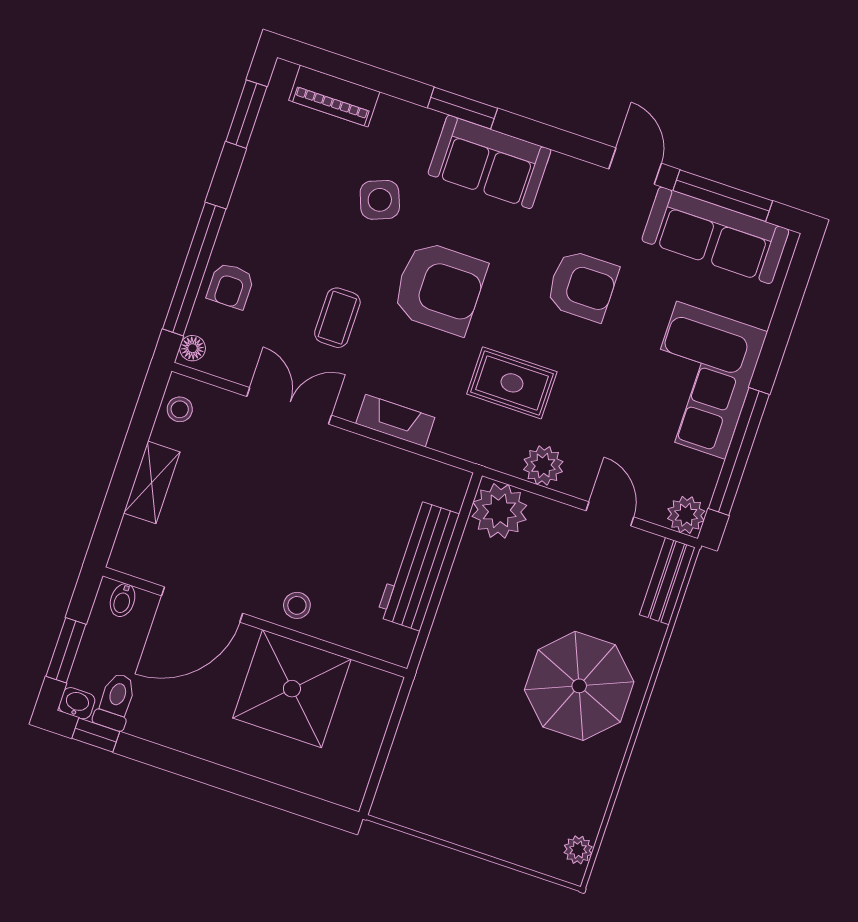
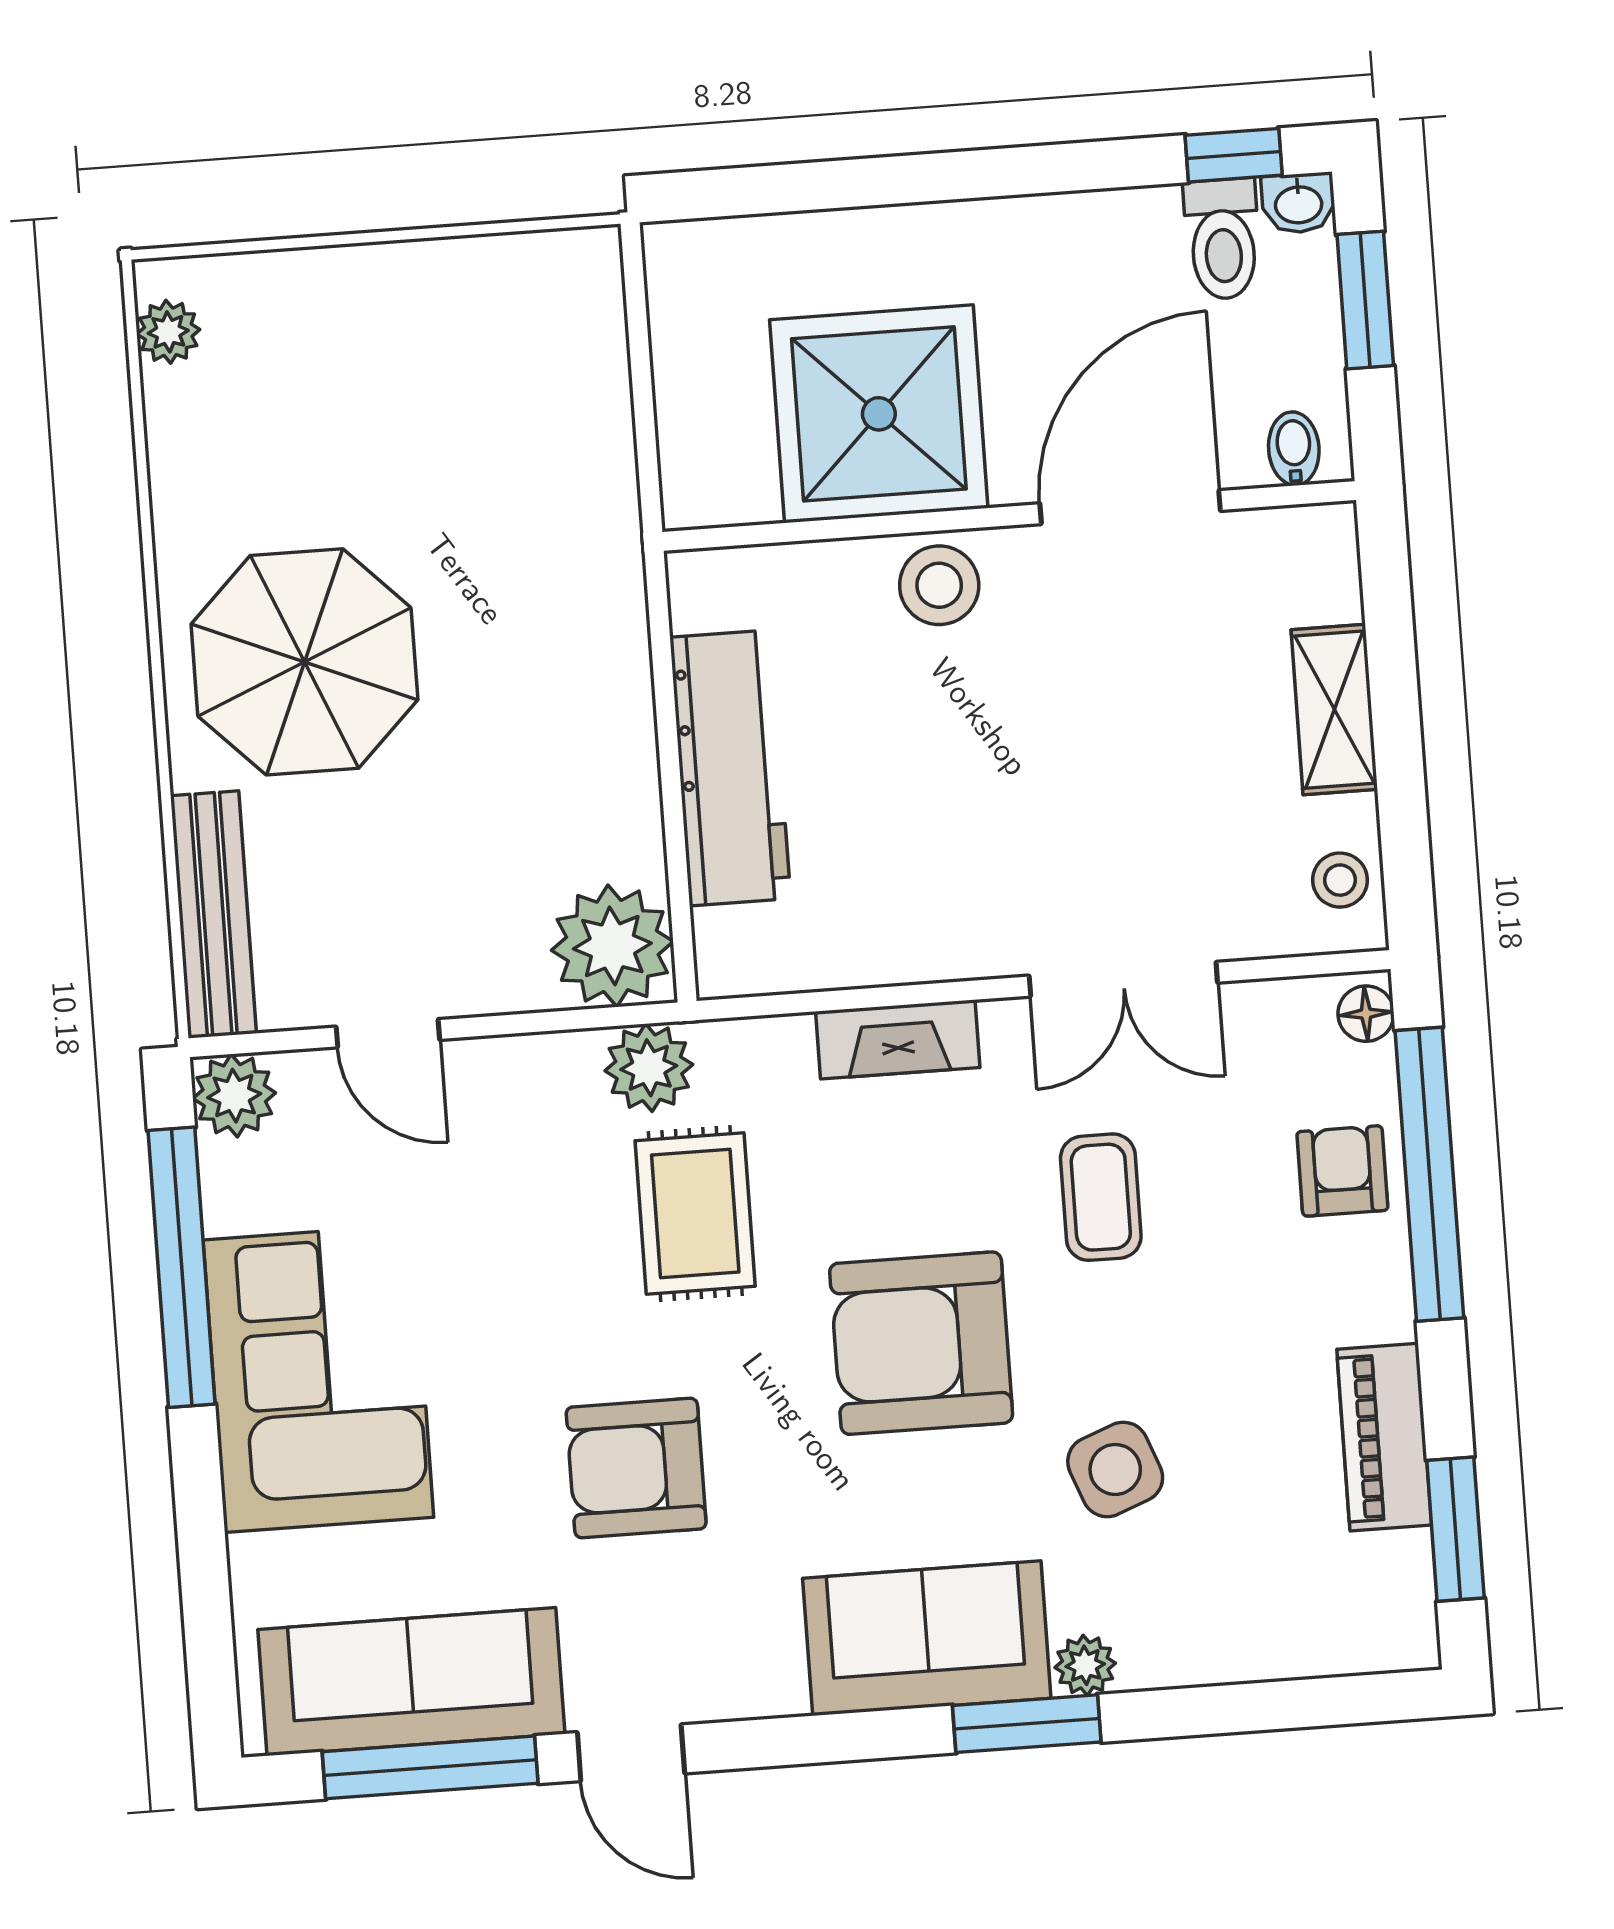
piano: (334, 96) -> (1384, 1437), moved, turned -90
plant: (427, 122) -> (1085, 1665), added
rug: (512, 383) -> (695, 1213), turned 90
plant: (543, 466) -> (649, 1068), moved
bench: (667, 581) -> (213, 915), width x1.36
stool: (297, 605) -> (939, 585), width x1.37, depth x1.37

